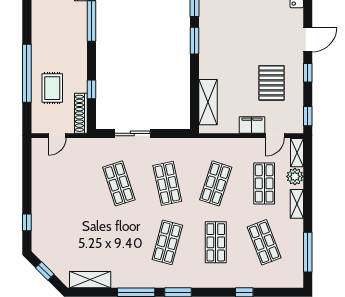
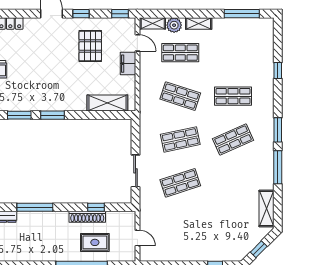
pallet: (272, 83) -> (90, 46), turned 90
shoe rack: (81, 113) -> (87, 217), moved
shop shelf: (167, 242) -> (233, 139), turned -39
shop shelf: (264, 242) -> (233, 53), removed

